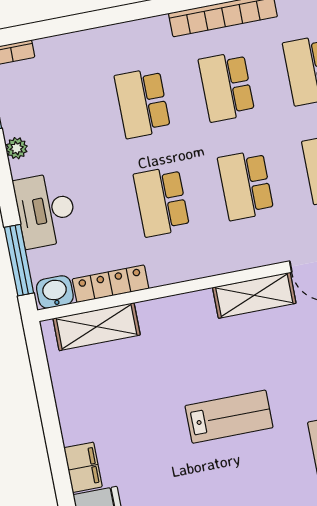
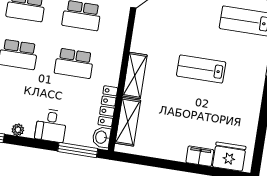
desk: (46, 210) -> (51, 125), width x0.73
shelving: (254, 295) -> (135, 75), moved
lab bench: (229, 417) -> (201, 69), turned -90

